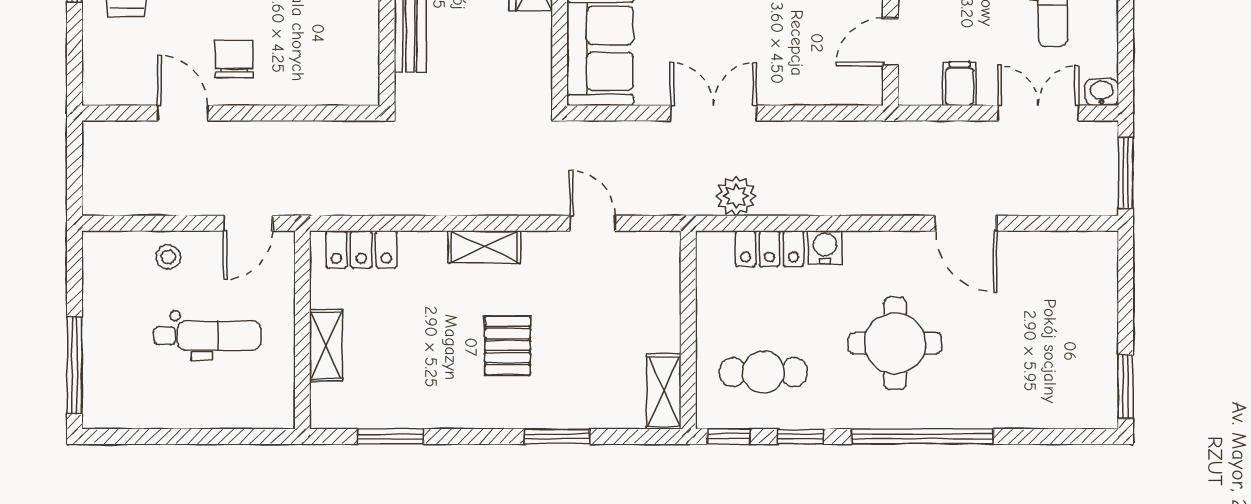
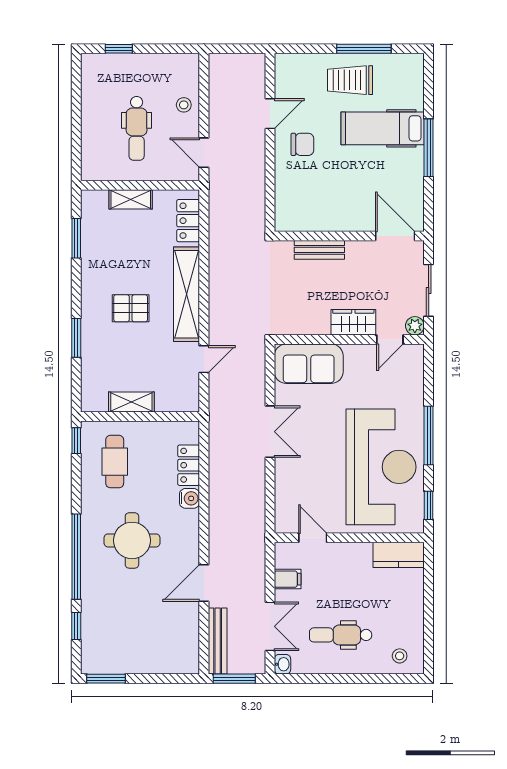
plant: (736, 196) -> (220, 445), removed
bench: (1063, 200) -> (218, 641), added
shelving: (484, 247) -> (187, 294), width x2.20, depth x1.33
window: (75, 365) -> (119, 49), width x0.46
shelving: (664, 391) -> (131, 402), moved
window: (801, 436) -> (76, 626), moved

